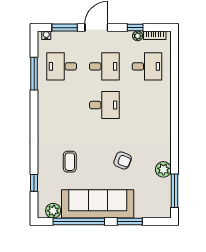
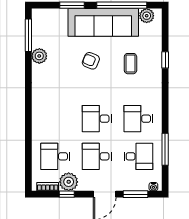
plant: (138, 36) -> (69, 182), width x1.87, depth x1.87
desk: (62, 105) -> (138, 119), added
armchair: (123, 160) -> (91, 61), moved
window: (34, 183) -> (165, 60), moved

